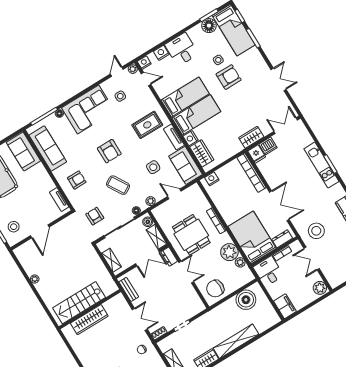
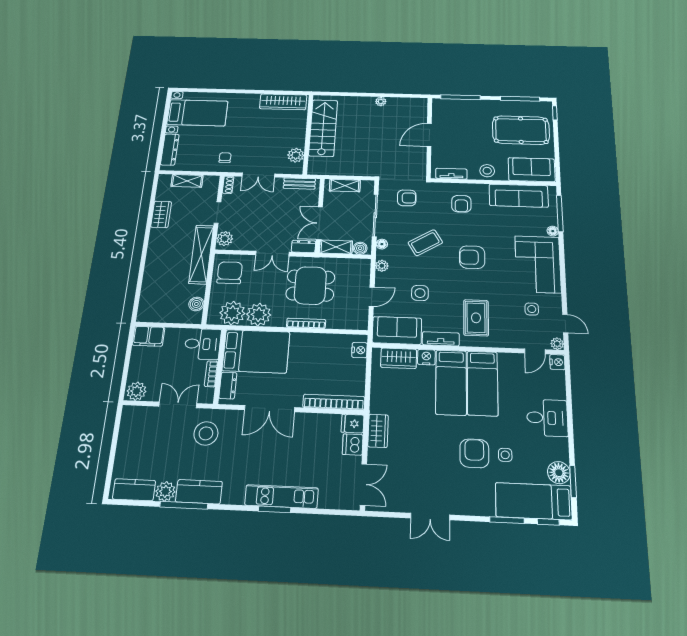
nightstand: (161, 53) -> (558, 390), removed
armchair: (229, 77) -> (474, 453), turned 180
stool: (14, 227) -> (487, 171), moved
door: (40, 231) -> (429, 135), hinge flipped
plant: (240, 262) -> (232, 313), width x1.87, depth x1.87
boiler: (246, 300) -> (196, 304), width x0.54, depth x0.54
plant: (110, 306) -> (296, 155), added
plant: (196, 308) -> (225, 239), added
wardrobe: (89, 320) -> (283, 102), moved, turned -90
shelving: (236, 341) -> (201, 254), moved

